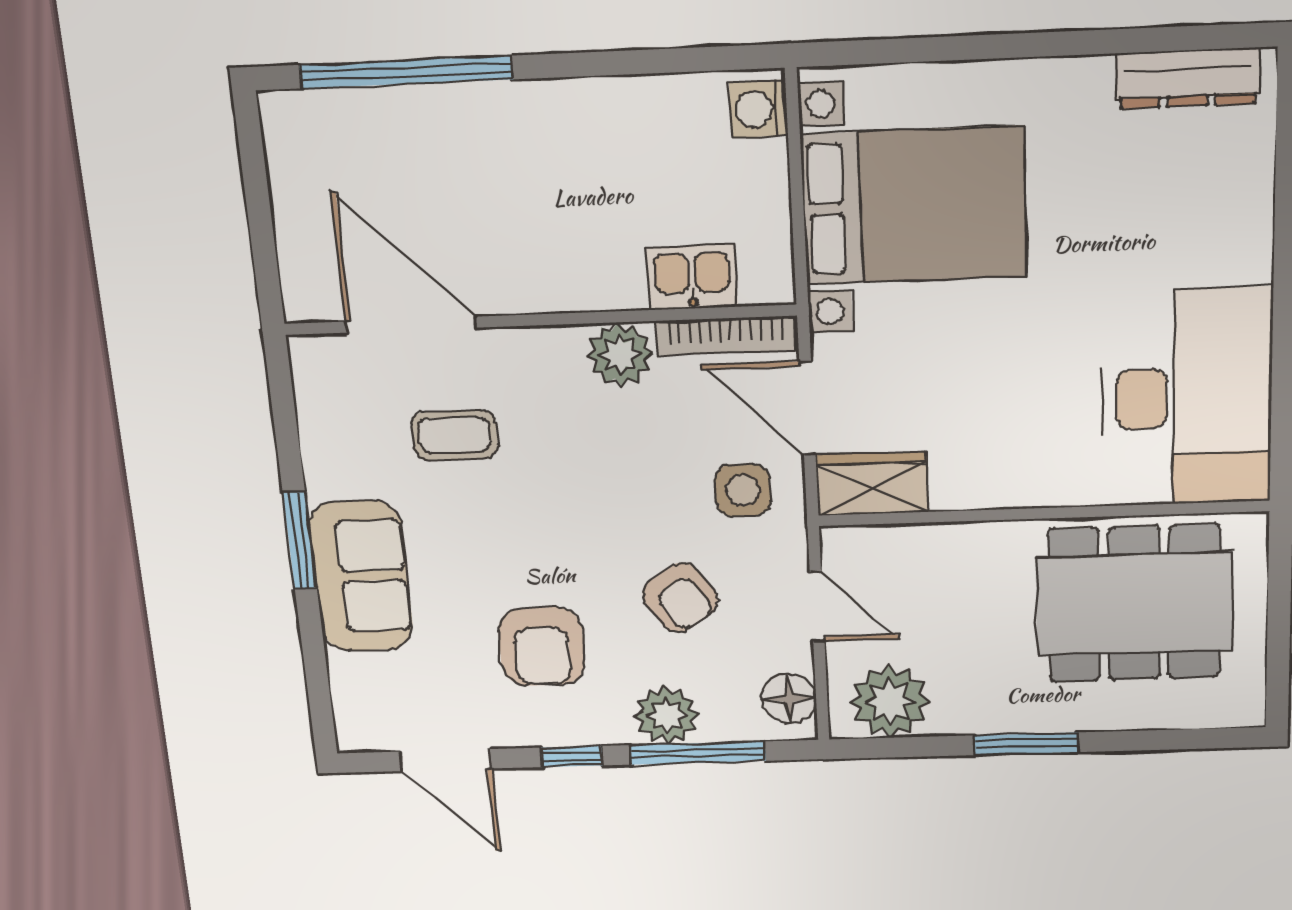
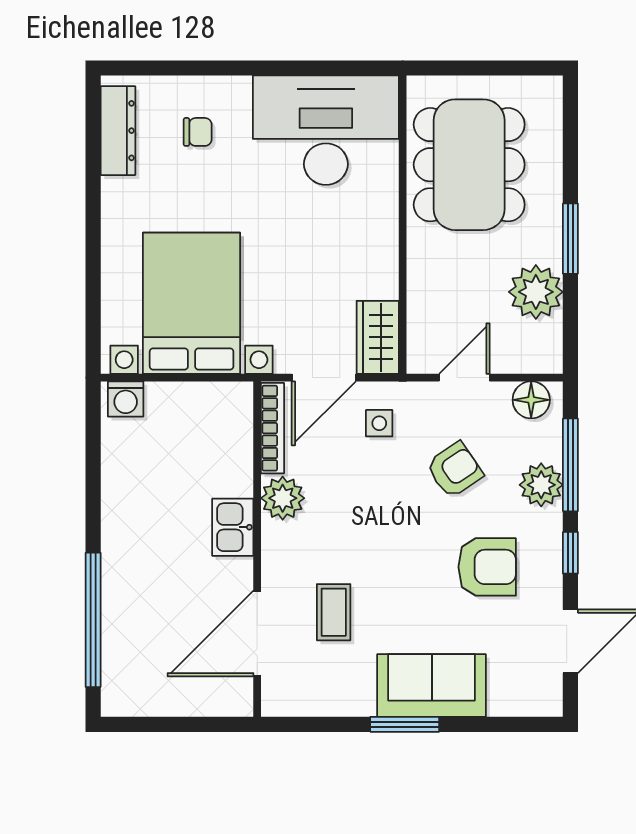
chair: (1185, 204) -> (198, 132), added
kitchen sink: (692, 277) -> (233, 527), moved
side table: (743, 490) -> (379, 423), width x0.73, depth x0.73
plant: (890, 702) -> (536, 292), moved

